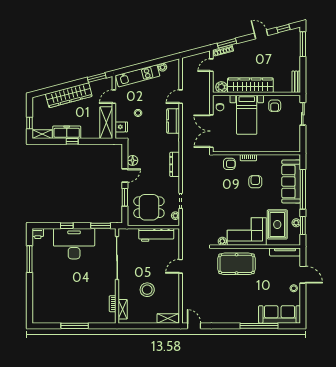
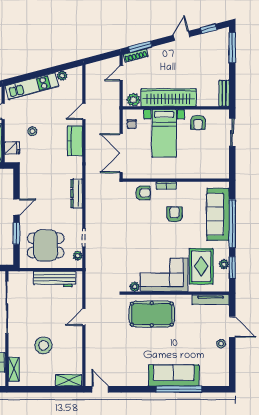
door: (261, 34) -> (182, 36), hinge flipped
floor lamp: (133, 160) -> (26, 189), removed
sofa: (280, 314) -> (174, 375), moved

